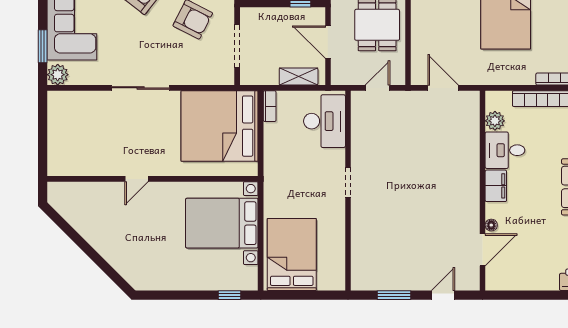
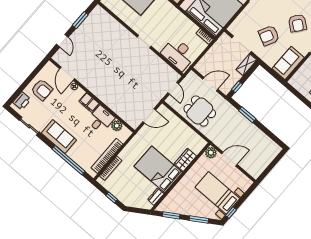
shelving: (299, 77) -> (246, 65), moved
armchair: (534, 265) -> (42, 90), added

